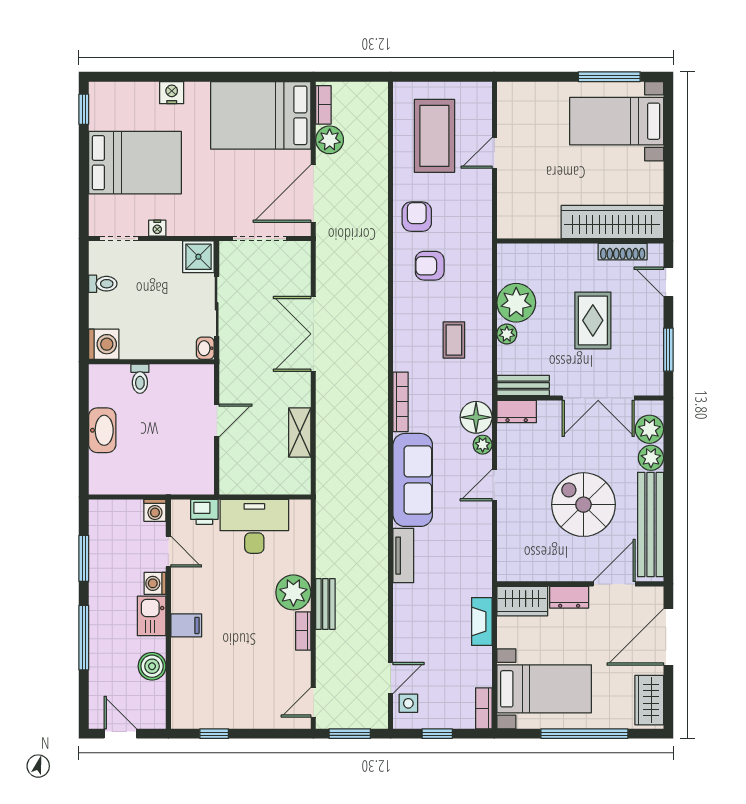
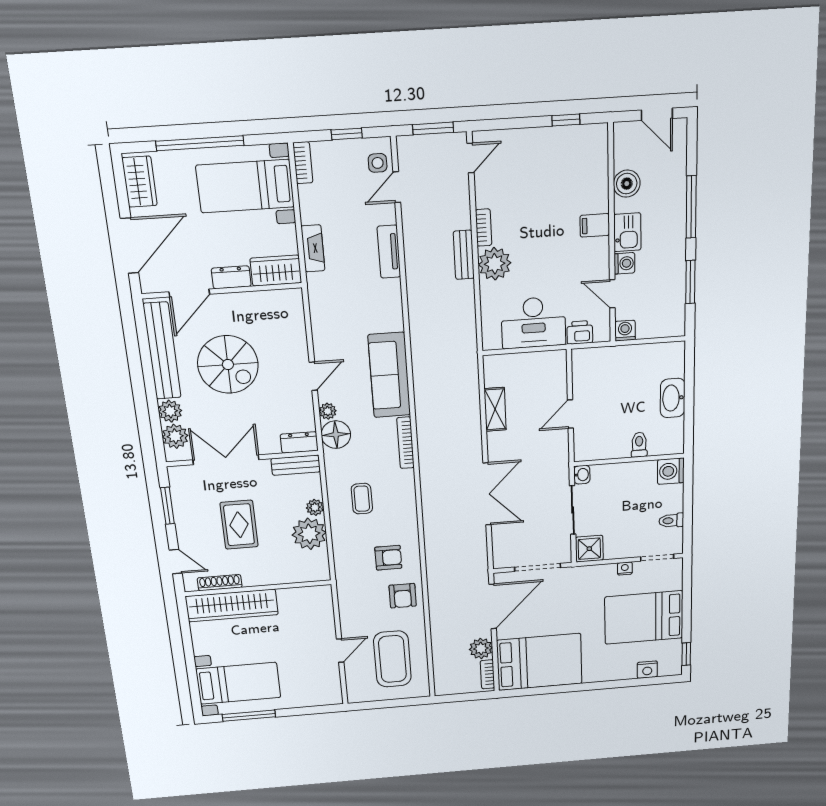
nightstand: (172, 93) -> (647, 670), moved
tv unit: (403, 556) -> (389, 252), moved

